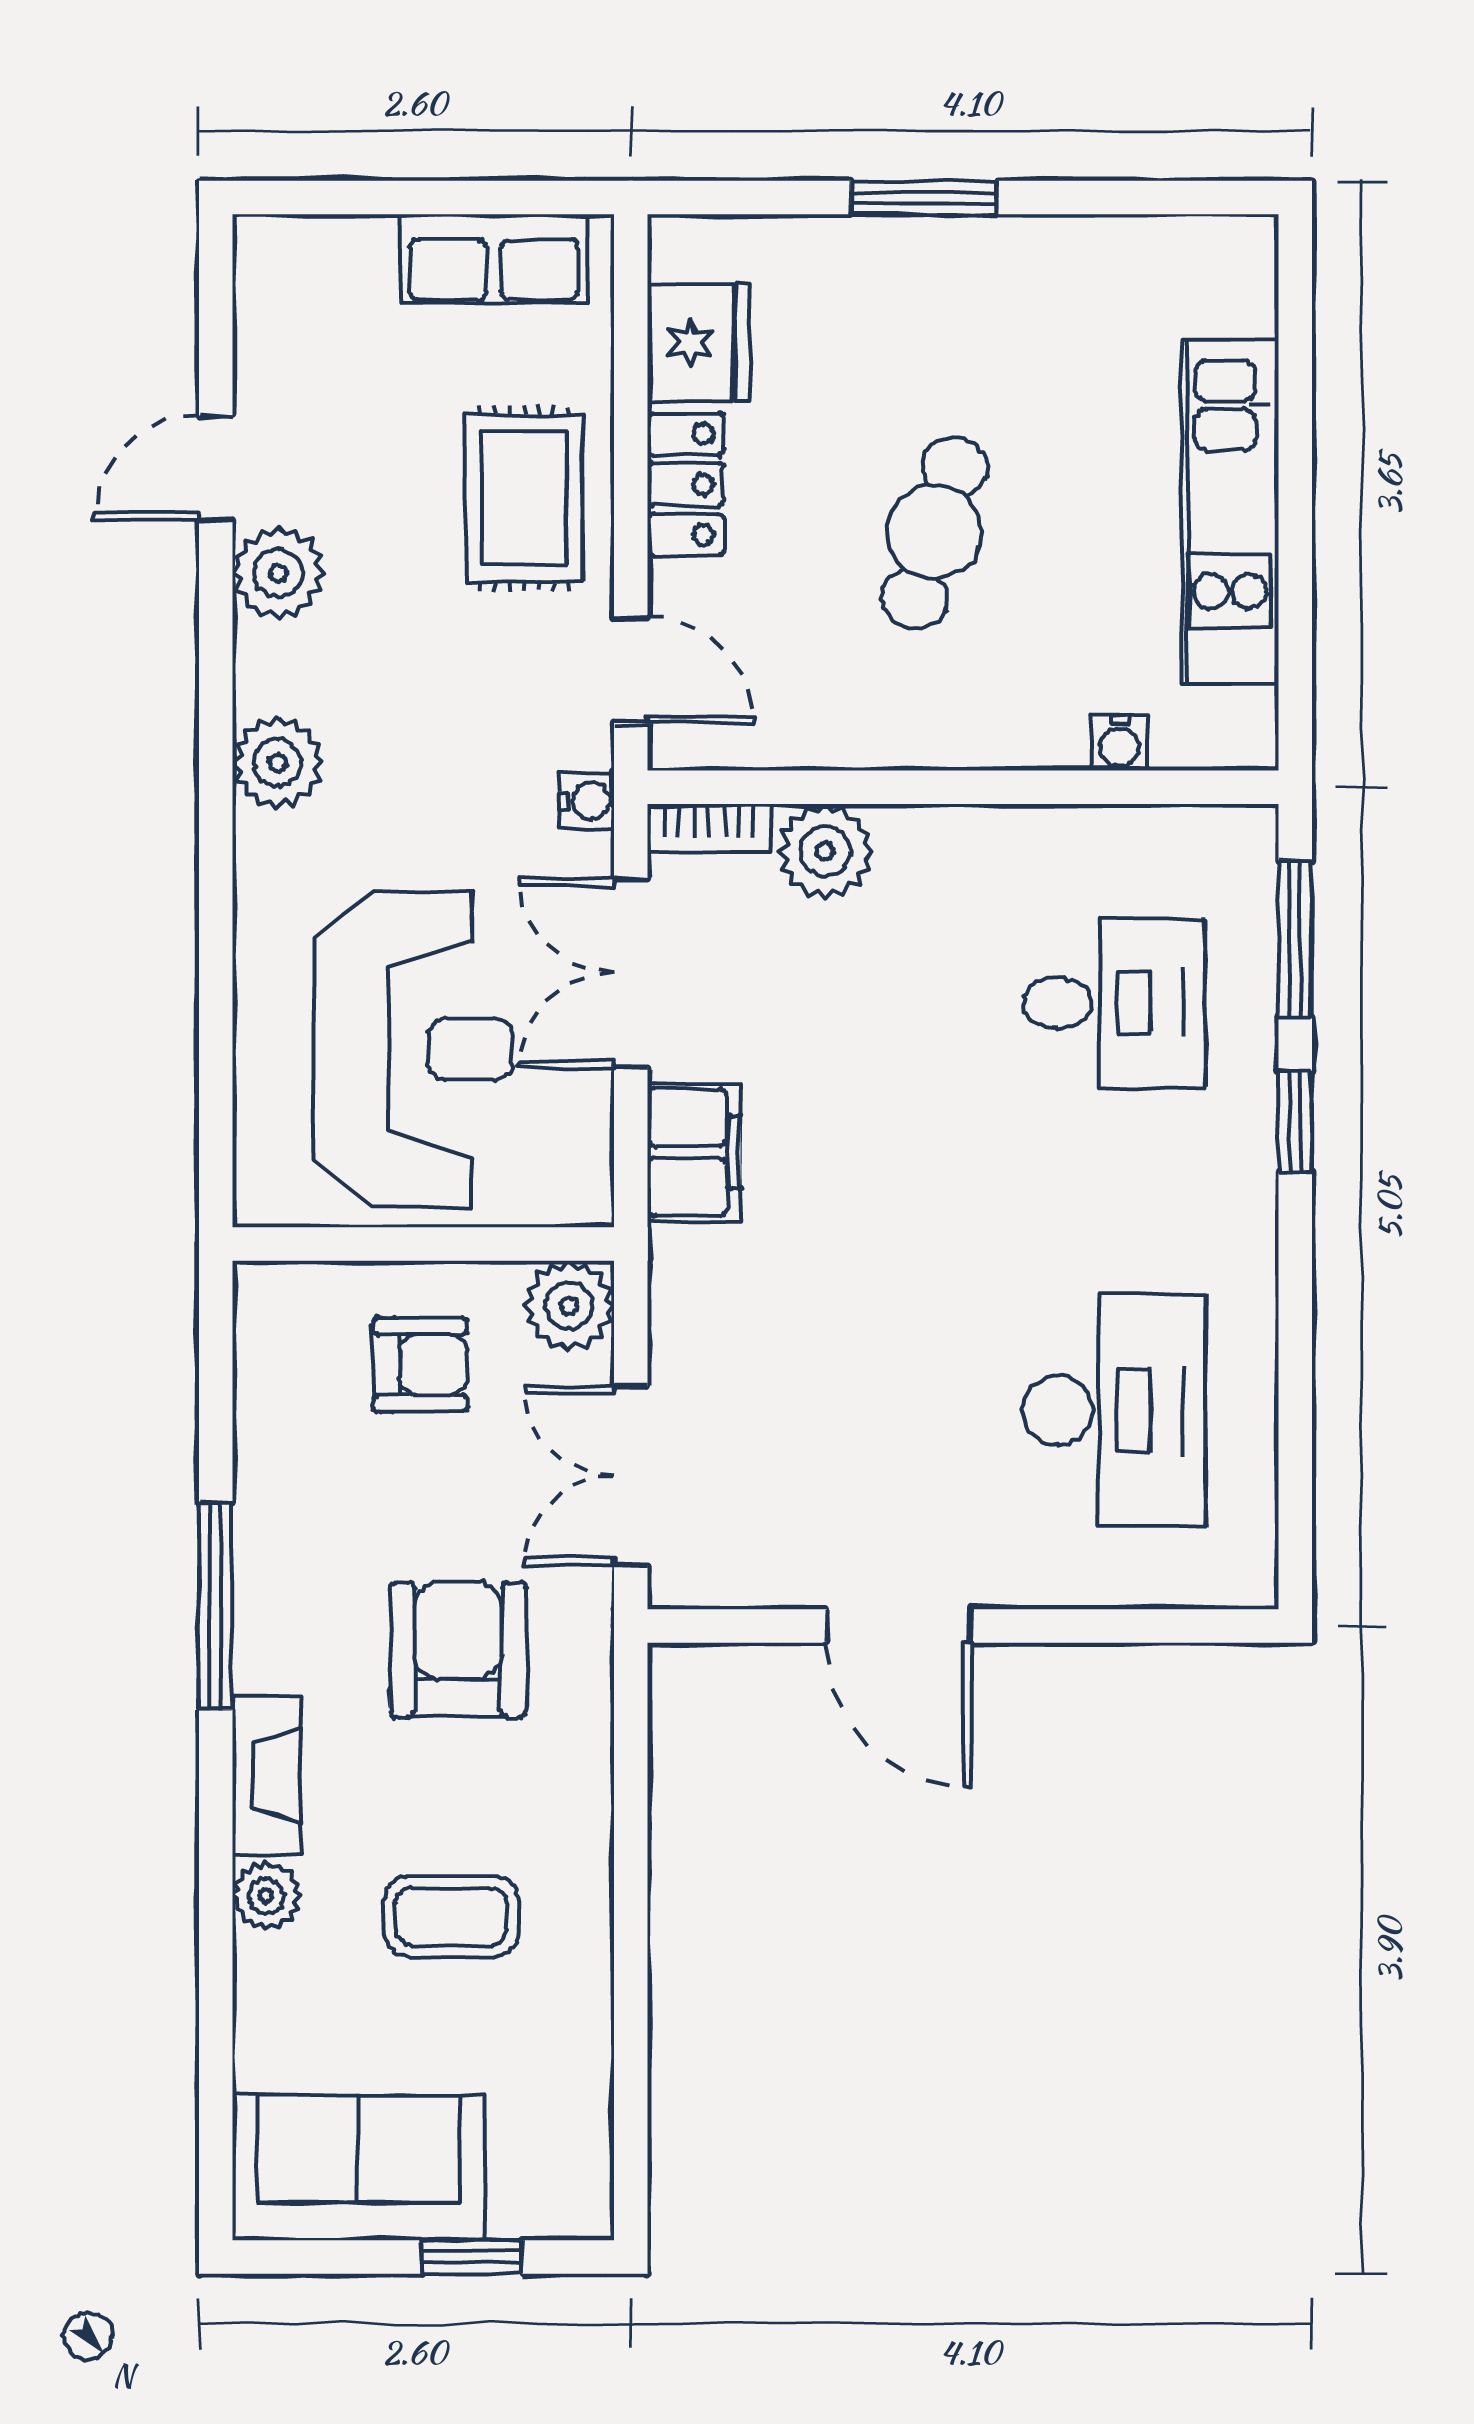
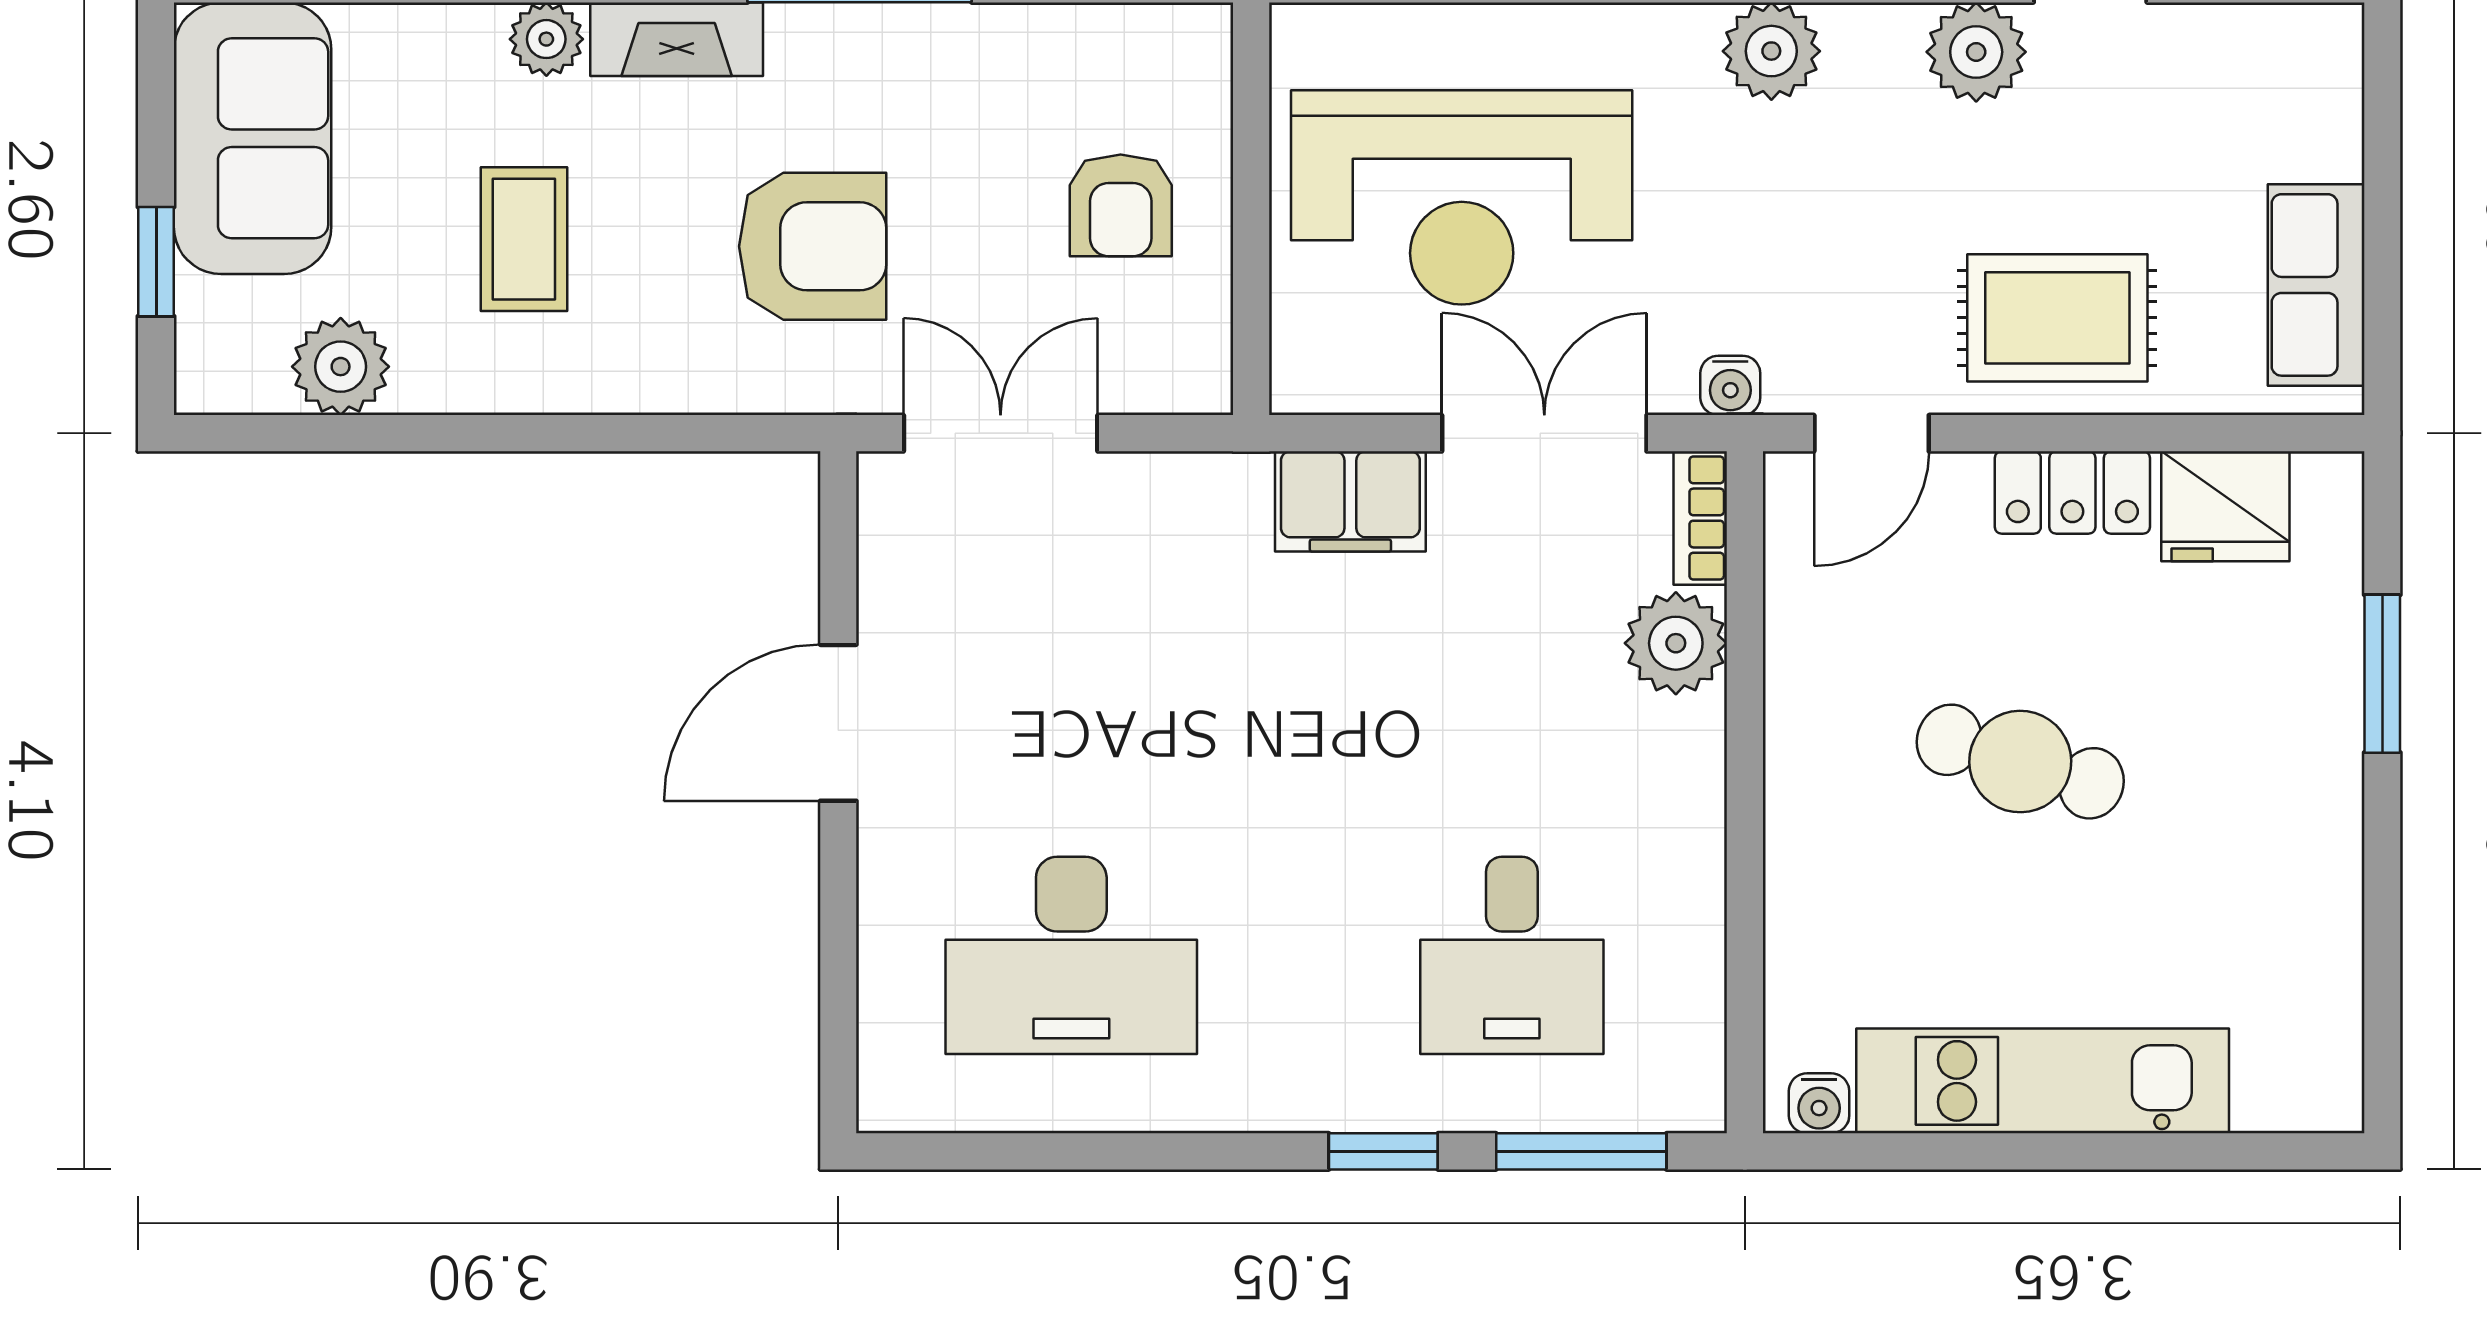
window: (924, 198) -> (2382, 674), moved
water cooler: (1120, 743) -> (1819, 1103), moved, turned -90
plant: (569, 1306) -> (341, 367), moved

